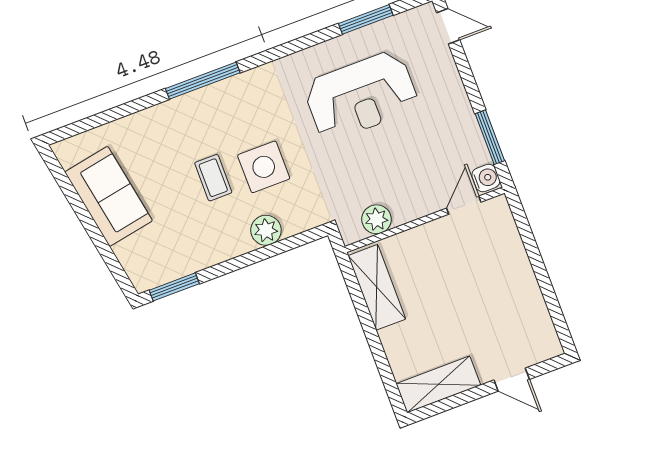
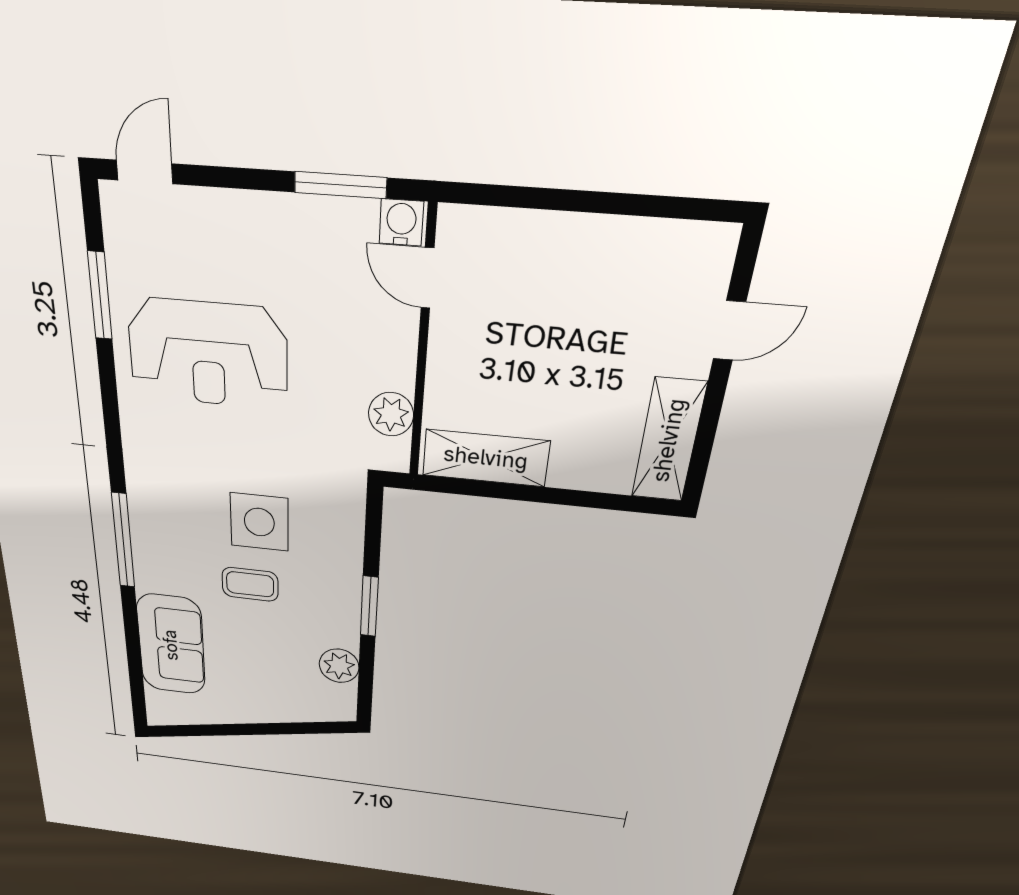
reception desk: (361, 96) -> (208, 354), turned 90
sofa: (109, 196) -> (171, 645), moved, turned 100
plant: (266, 230) -> (339, 666), moved
window: (174, 287) -> (369, 606), moved

